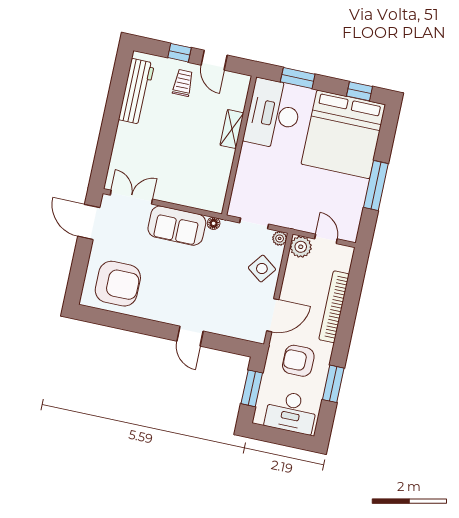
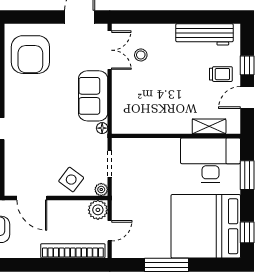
shelving: (232, 129) -> (209, 126), moved
stool: (144, 165) -> (141, 55), added
bookcase: (334, 307) -> (73, 251), moved

